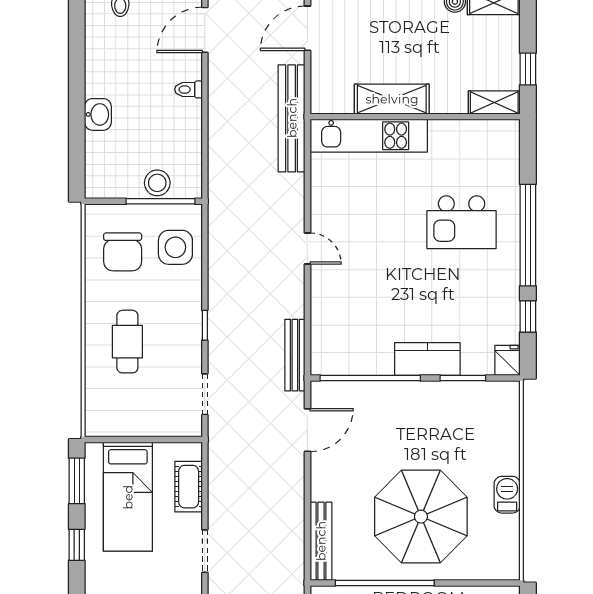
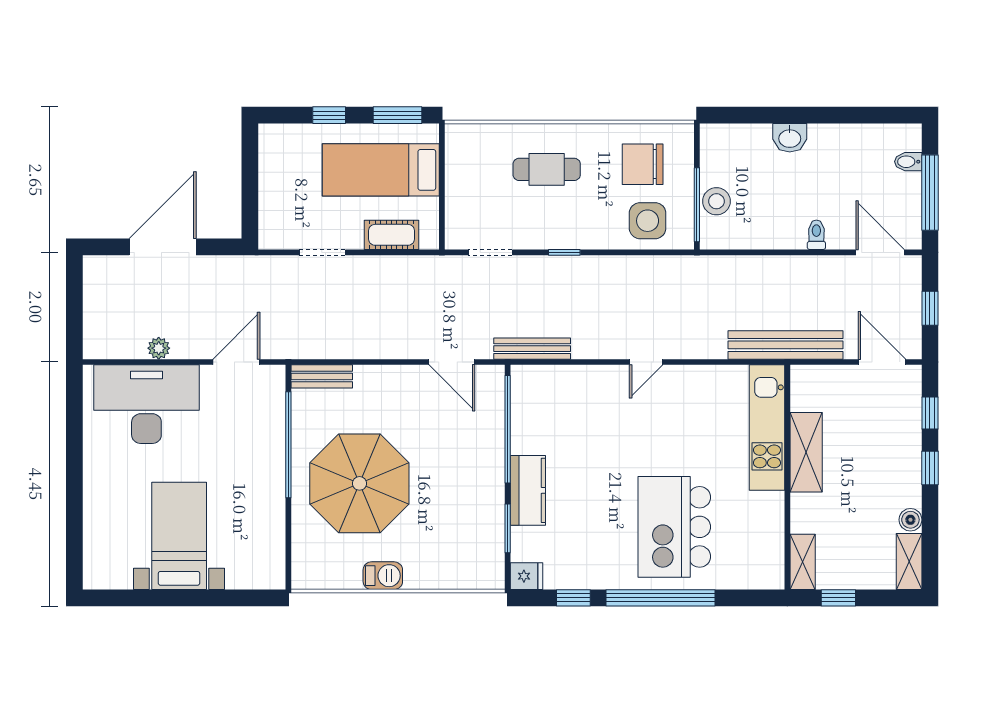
kitchen island: (462, 222) -> (674, 527), width x1.37, depth x1.28
bench: (321, 541) -> (322, 376), width x0.73

